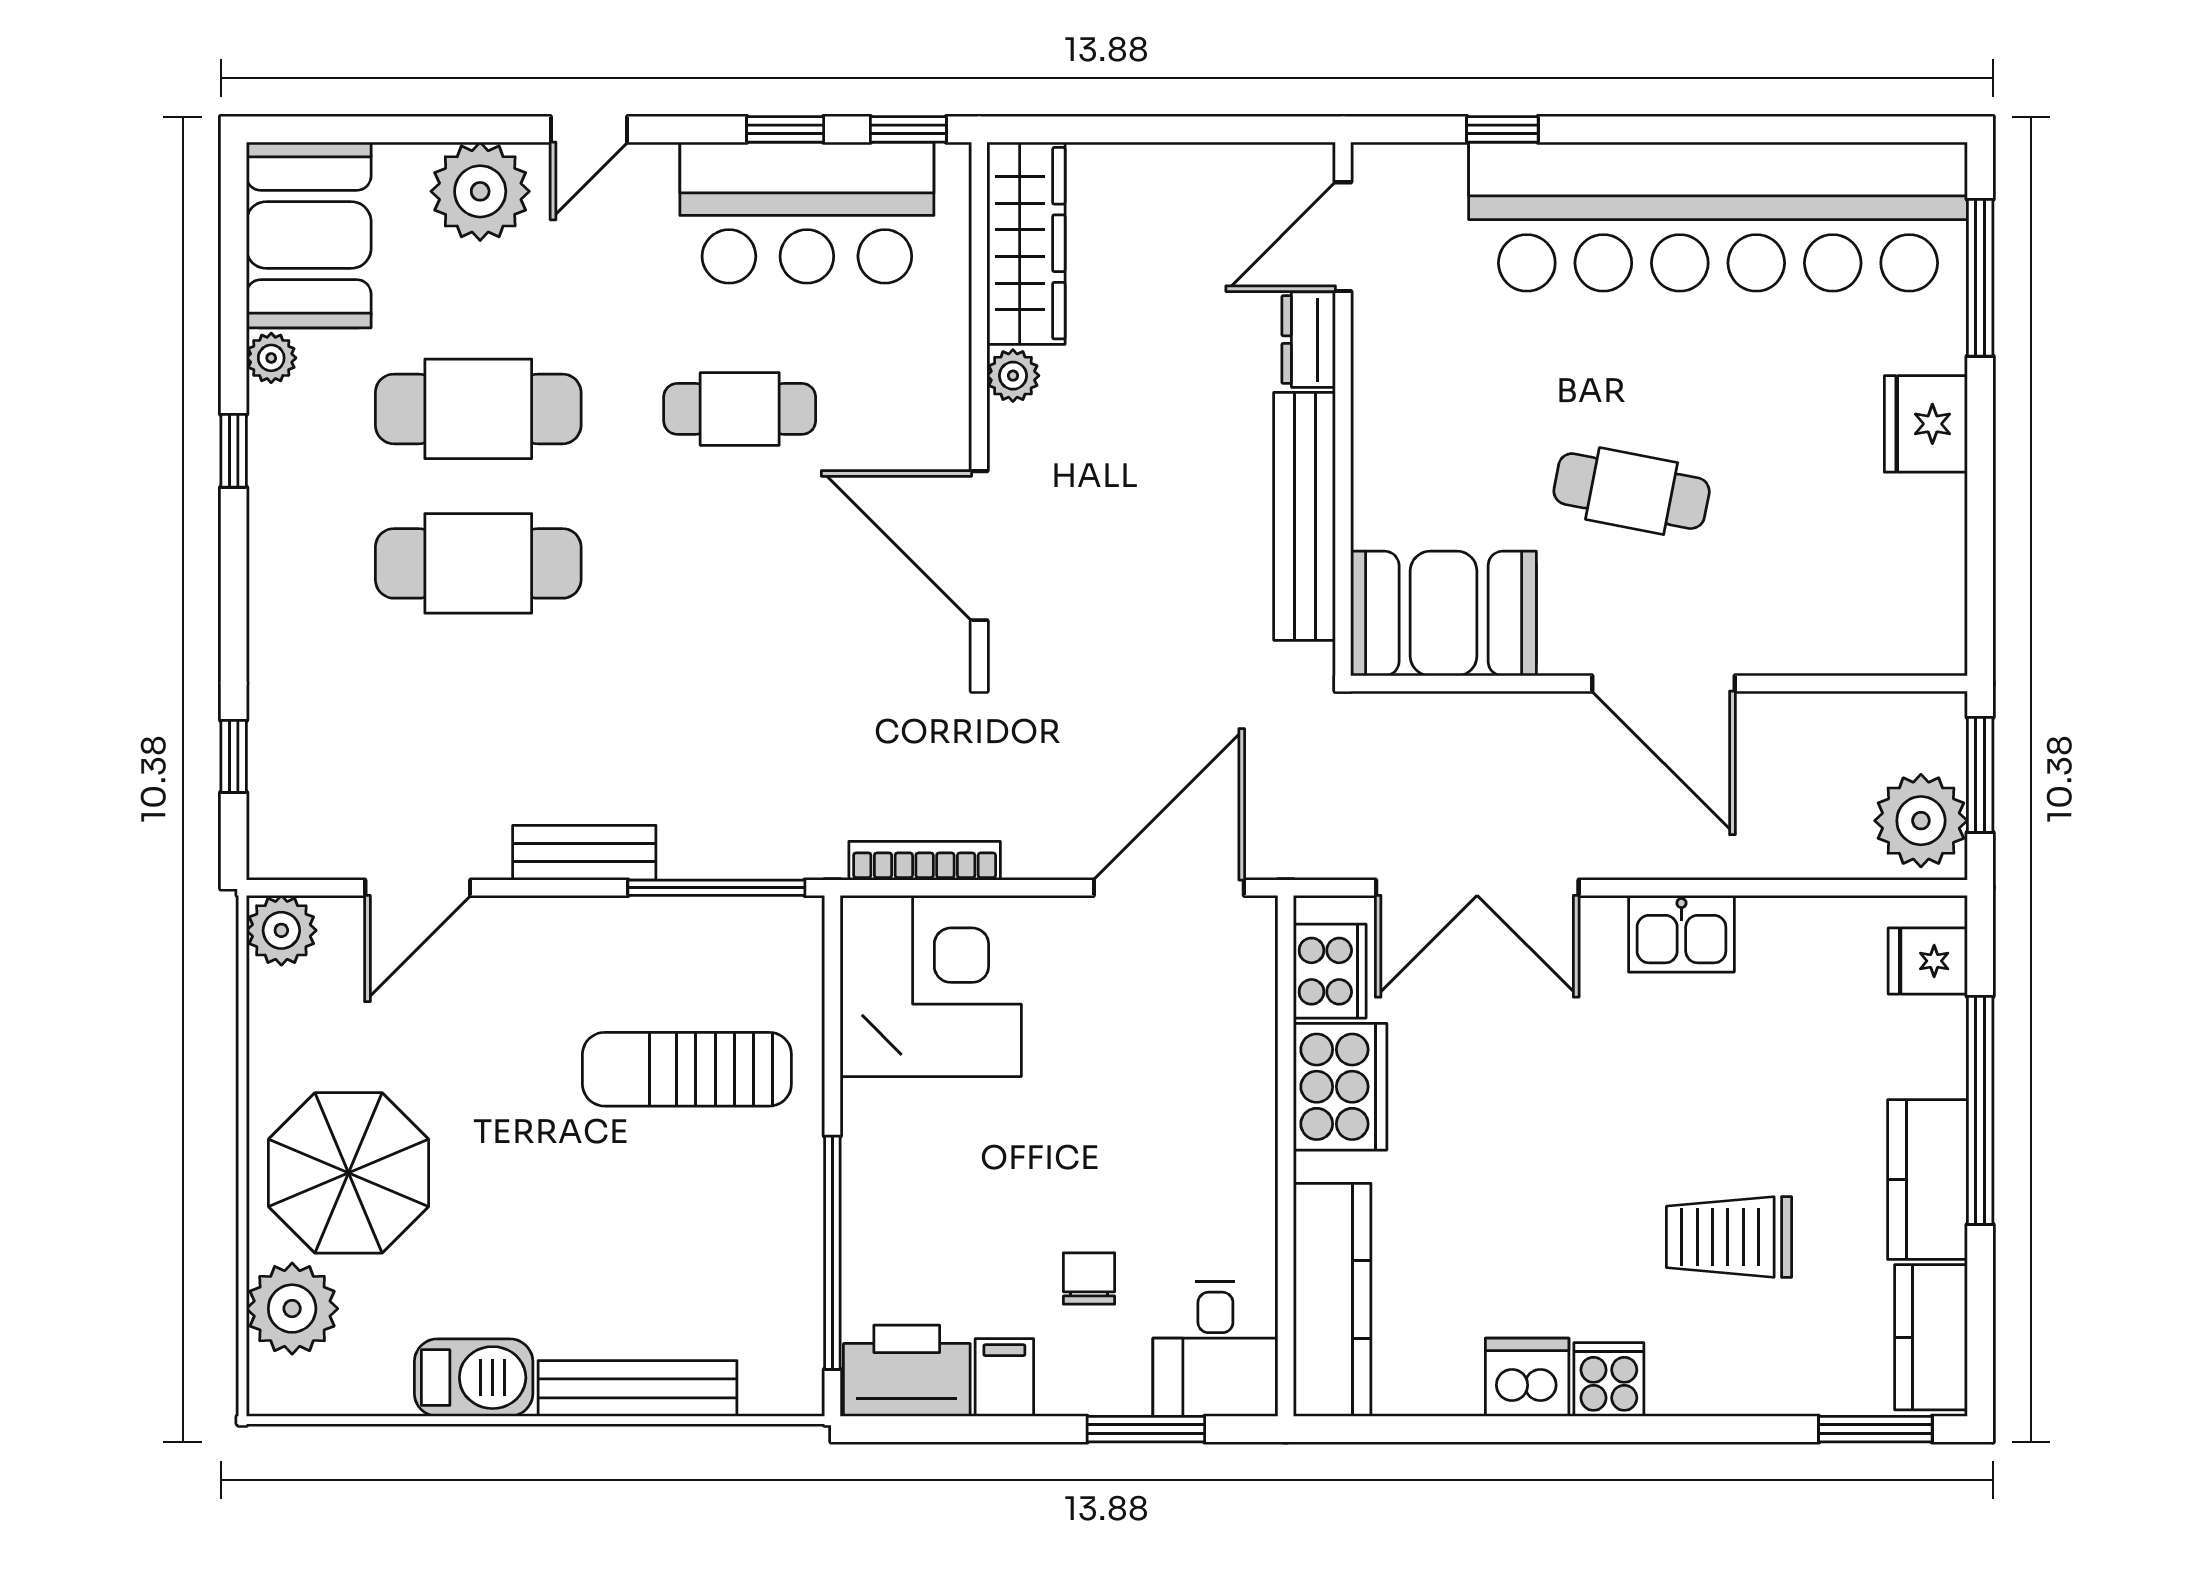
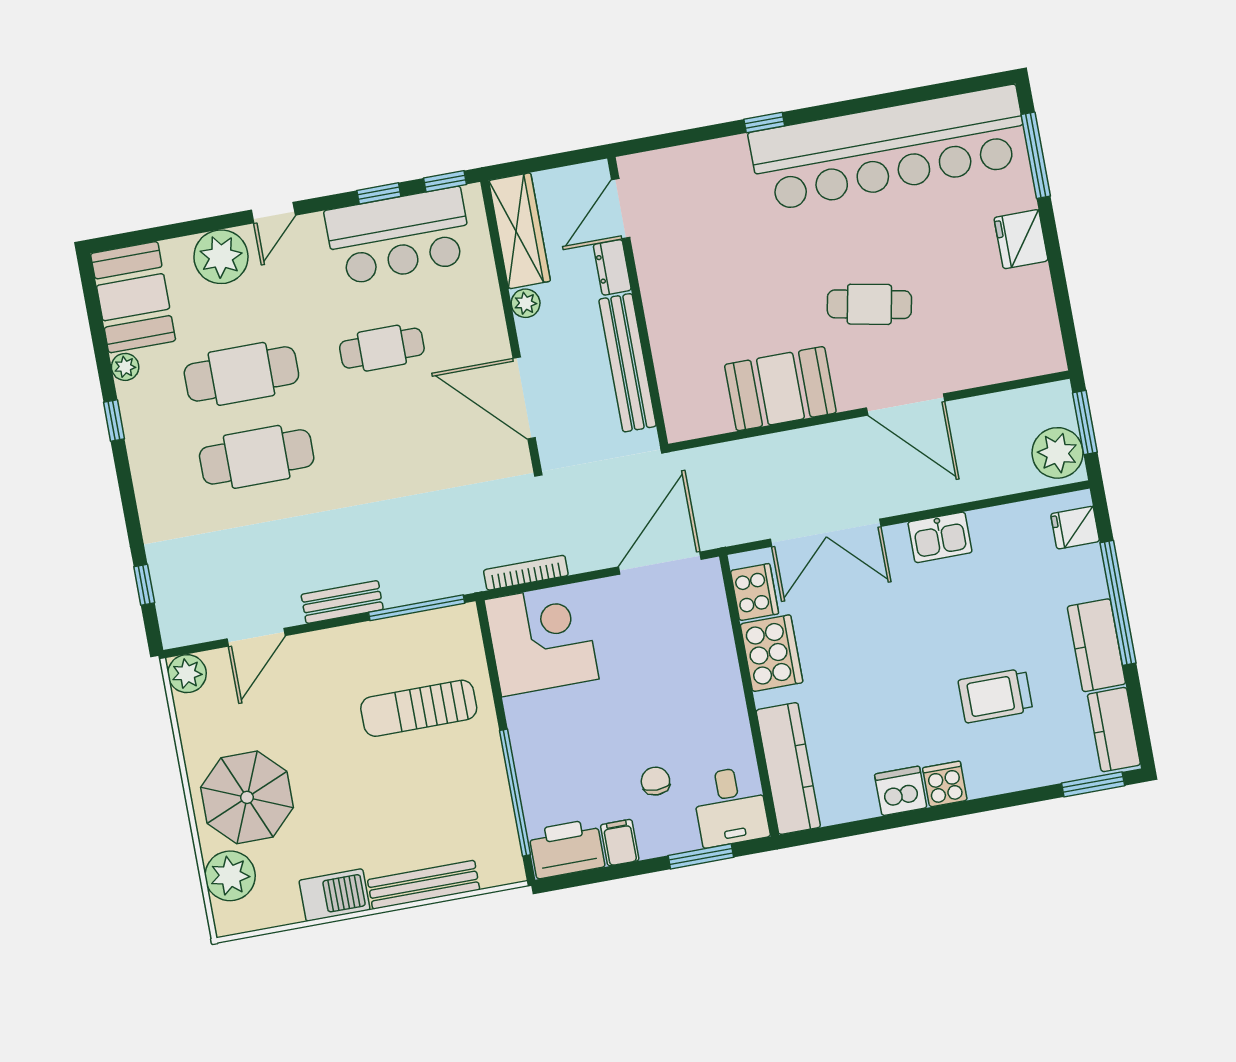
door: (1343, 237) -> (621, 209), moved
dresser: (1309, 340) -> (612, 267), moved
wall: (1343, 409) -> (638, 301), moved
bench: (1305, 516) -> (628, 363), moved

